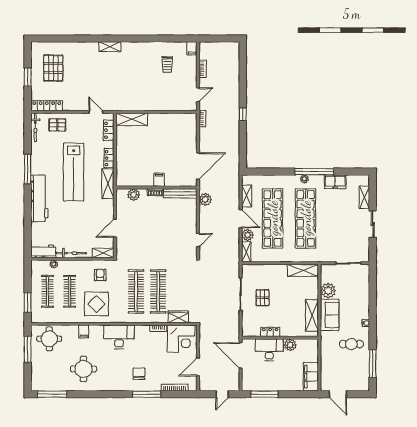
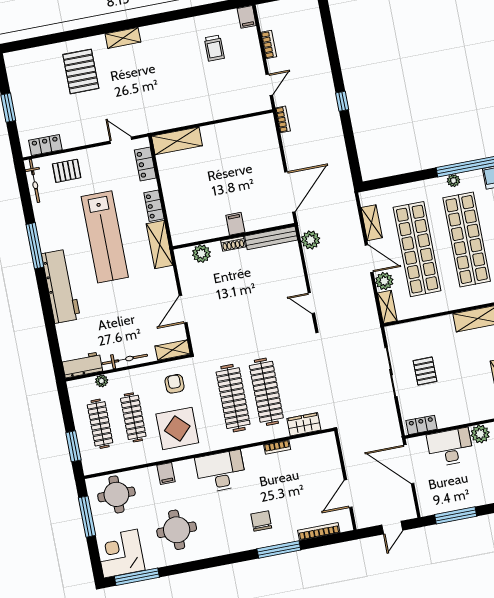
pallet: (53, 68) -> (81, 71), moved
locker: (47, 106) -> (45, 145), width x0.66
door: (198, 240) -> (311, 303), swing flipped
locker: (270, 332) -> (422, 425), moved
corner desk: (181, 339) -> (120, 554), moved, turned 180

